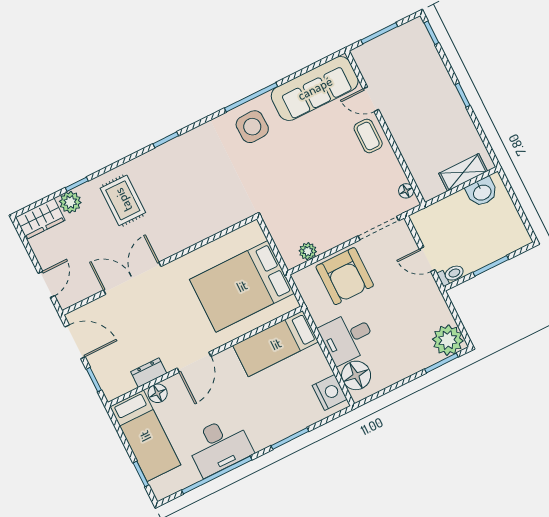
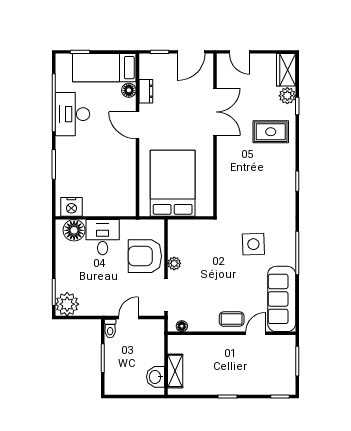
side table: (252, 127) -> (253, 244), moved
plant: (308, 251) -> (174, 263), moved
bed: (276, 344) -> (123, 187), removed

